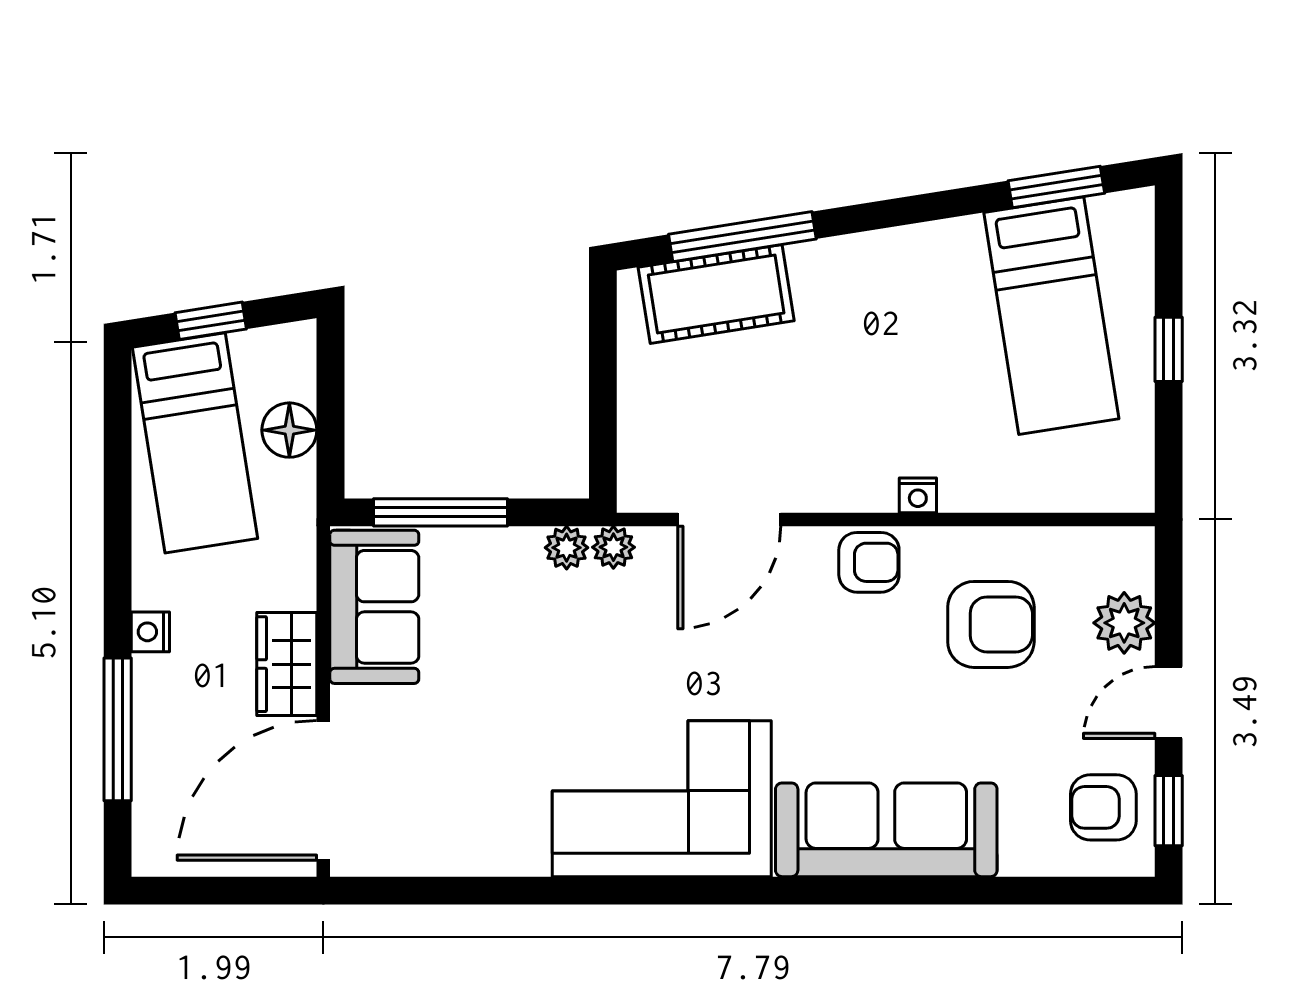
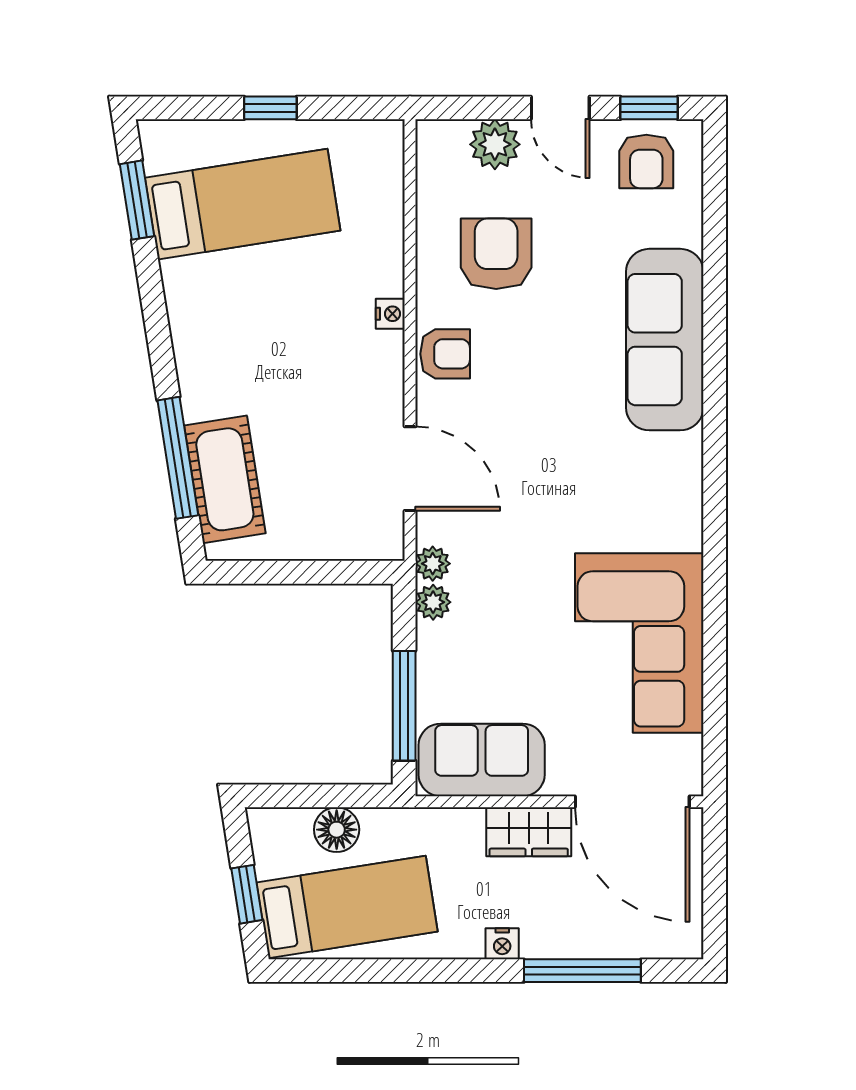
armchair: (869, 562) -> (445, 354), turned 90
corner sofa: (662, 799) -> (639, 643), moved

